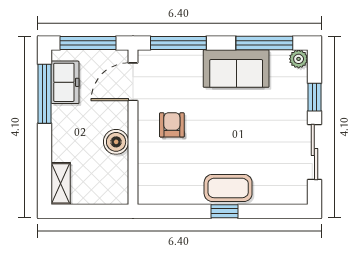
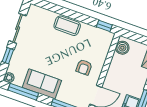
boiler: (116, 142) -> (122, 48), moved
window: (224, 211) -> (104, 26), moved

